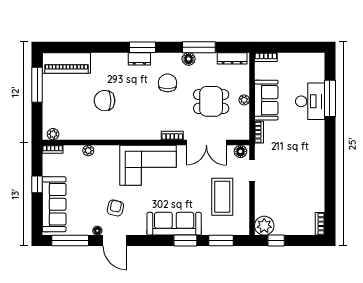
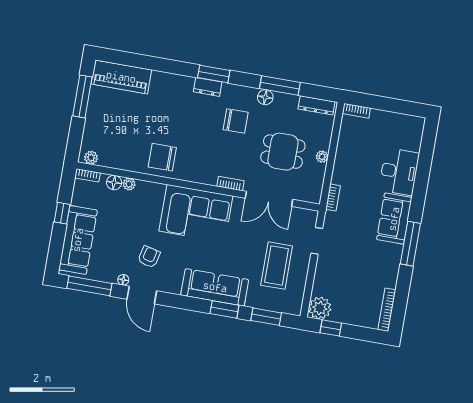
chair: (168, 83) -> (236, 121), turned 90
window: (330, 98) -> (410, 244), moved
sofa: (266, 100) -> (394, 219), moved, turned 180
chair: (105, 101) -> (162, 157), moved
floor lamp: (240, 151) -> (114, 182), moved
bookcase: (320, 224) -> (387, 310), width x1.56

